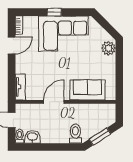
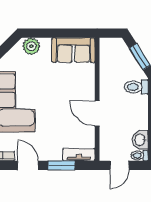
window: (12, 73) -> (62, 165), added
sofa: (87, 90) -> (73, 50), moved, turned -90

